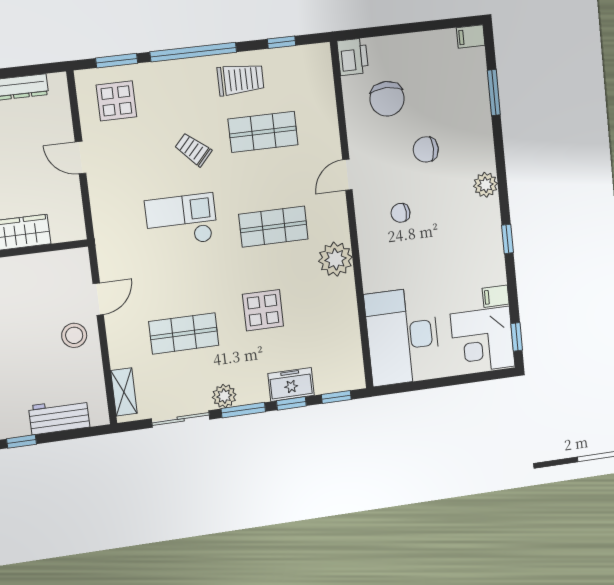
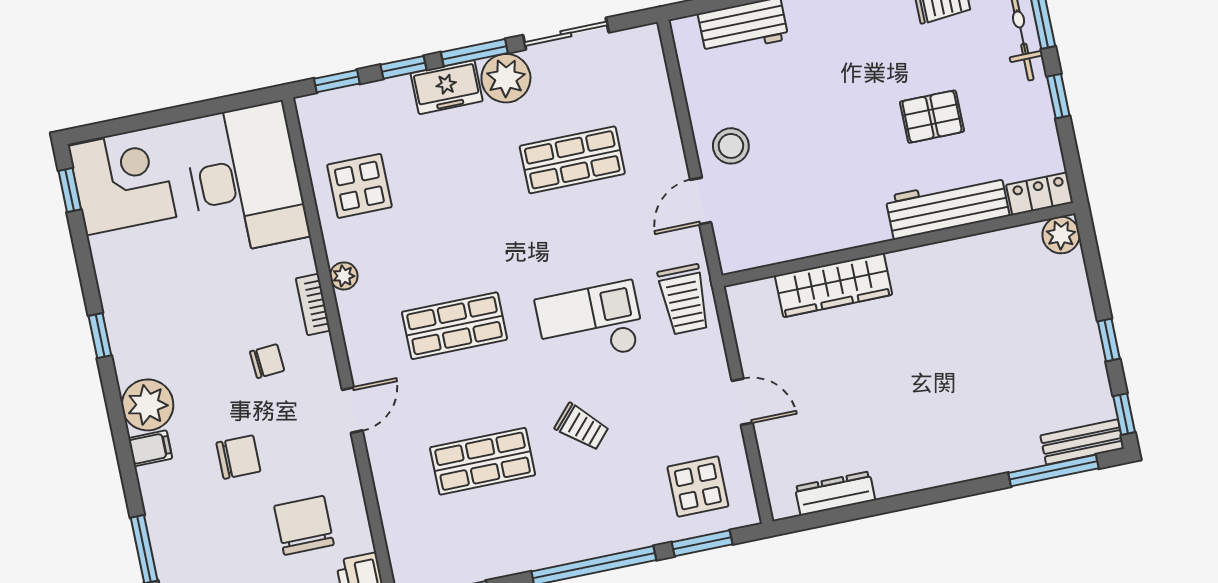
trolley: (241, 79) -> (684, 299), moved, turned -90
plant: (486, 185) -> (148, 405), width x1.36, depth x1.36
checkout: (181, 221) -> (590, 324), turned 180
bookcase: (366, 249) -> (313, 304), added
plant: (335, 259) -> (344, 276), width x0.53, depth x0.53
filing cabinet: (496, 296) -> (150, 448), moved
display table: (263, 310) -> (359, 186), moved
freezer: (291, 384) -> (447, 87), moved
shelving: (124, 392) -> (652, 68), removed
plant: (224, 396) -> (506, 78), width x1.36, depth x1.36

